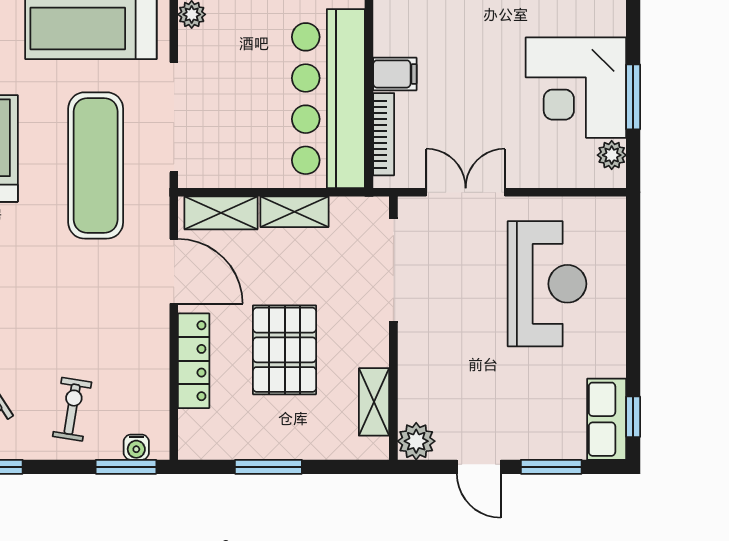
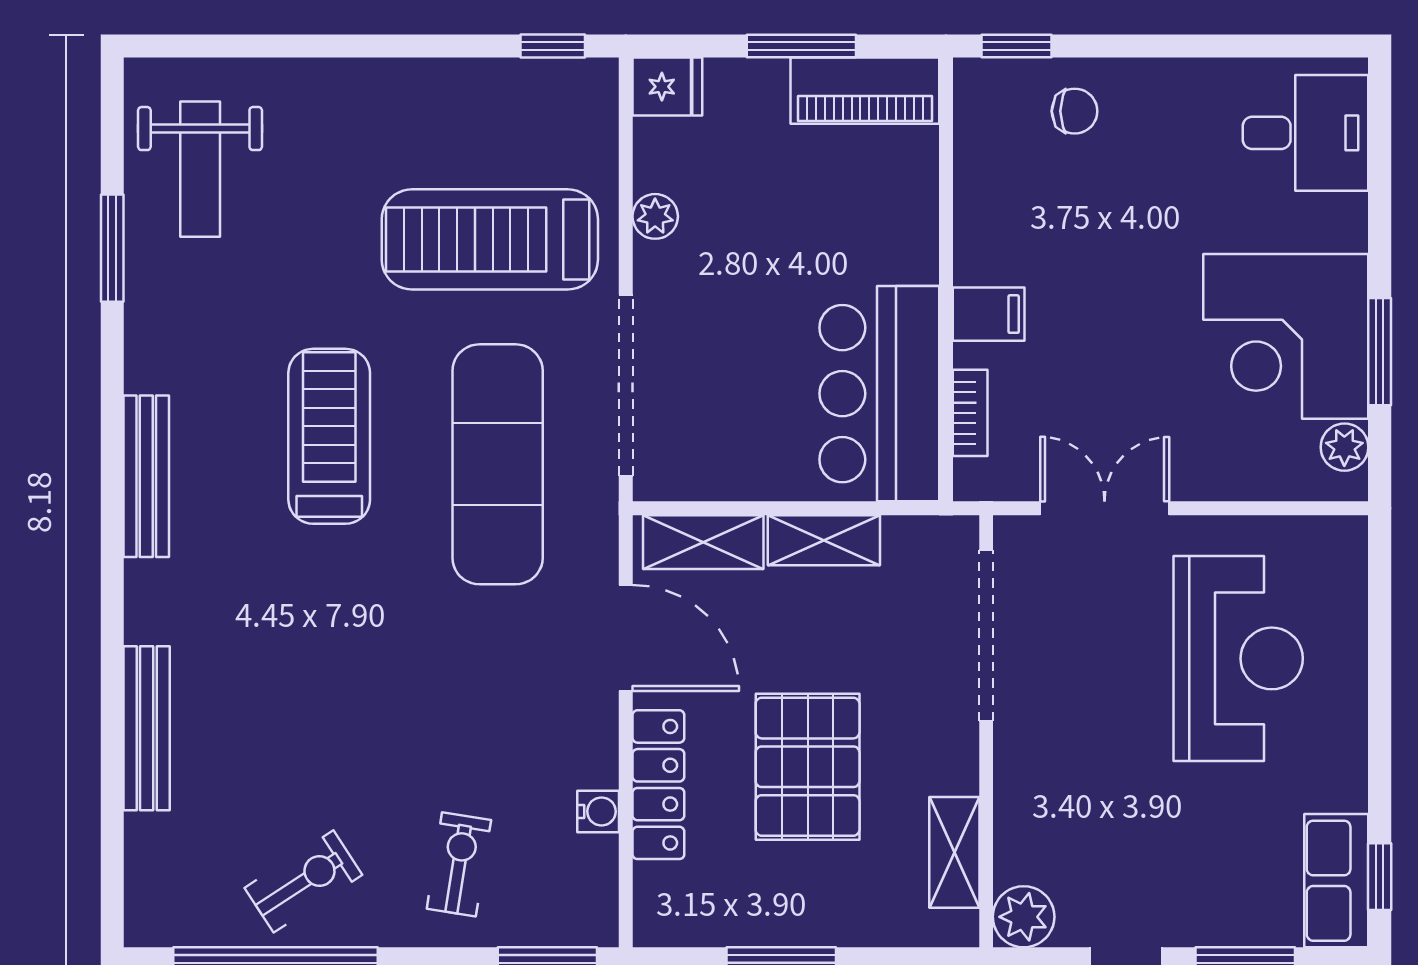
bar counter: (328, 99) -> (879, 394), width x0.73
bookcase: (384, 134) -> (970, 413), width x0.64
water cooler: (136, 447) -> (598, 811), moved, turned -90

